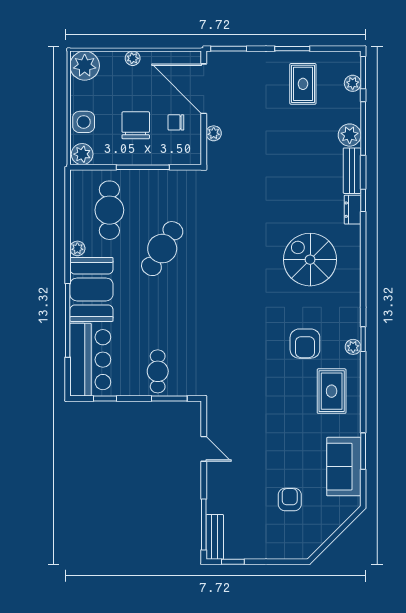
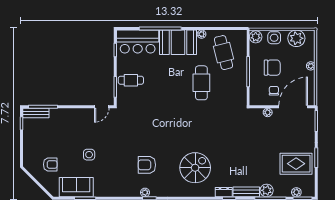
plant: (85, 66) -> (296, 38), moved
rug: (303, 84) -> (296, 164), width x1.36, depth x1.43
cafe table: (109, 210) -> (223, 53), turned 76
cafe table: (162, 249) -> (201, 83), turned 59
rug: (332, 391) -> (120, 180), removed
side table: (287, 444) -> (89, 155), added
door: (204, 449) -> (102, 107), moved
armchair: (290, 499) -> (50, 164), moved

